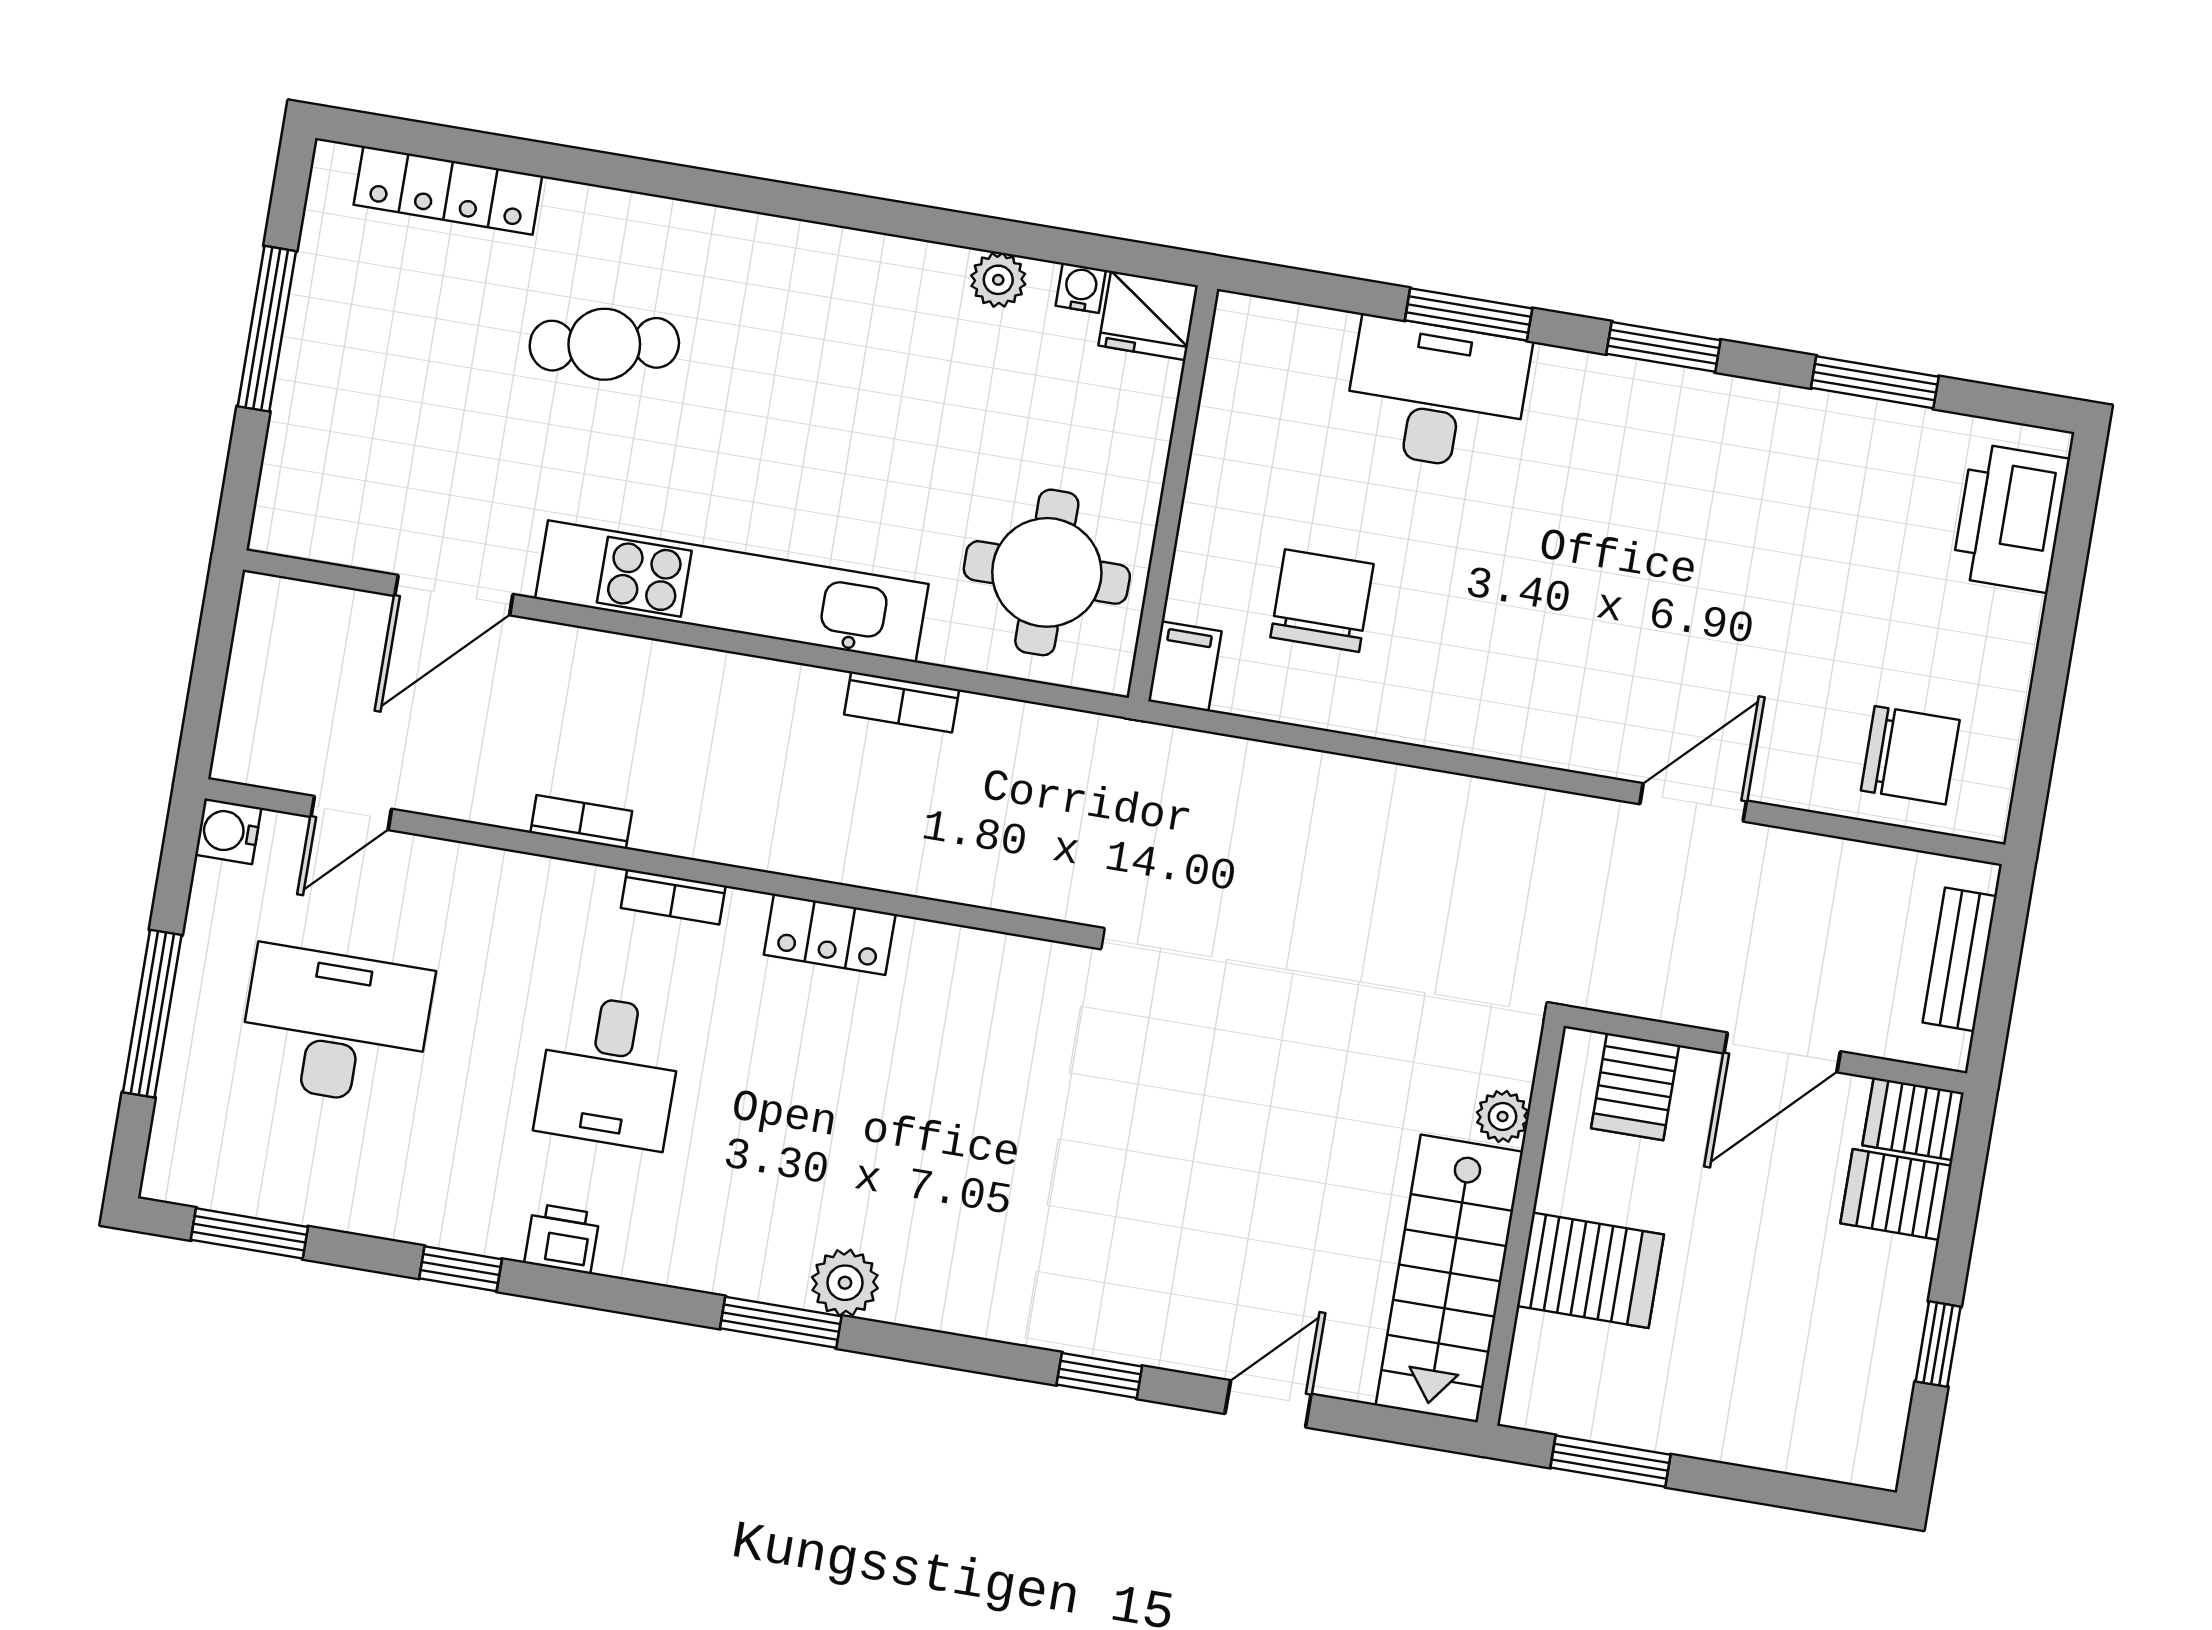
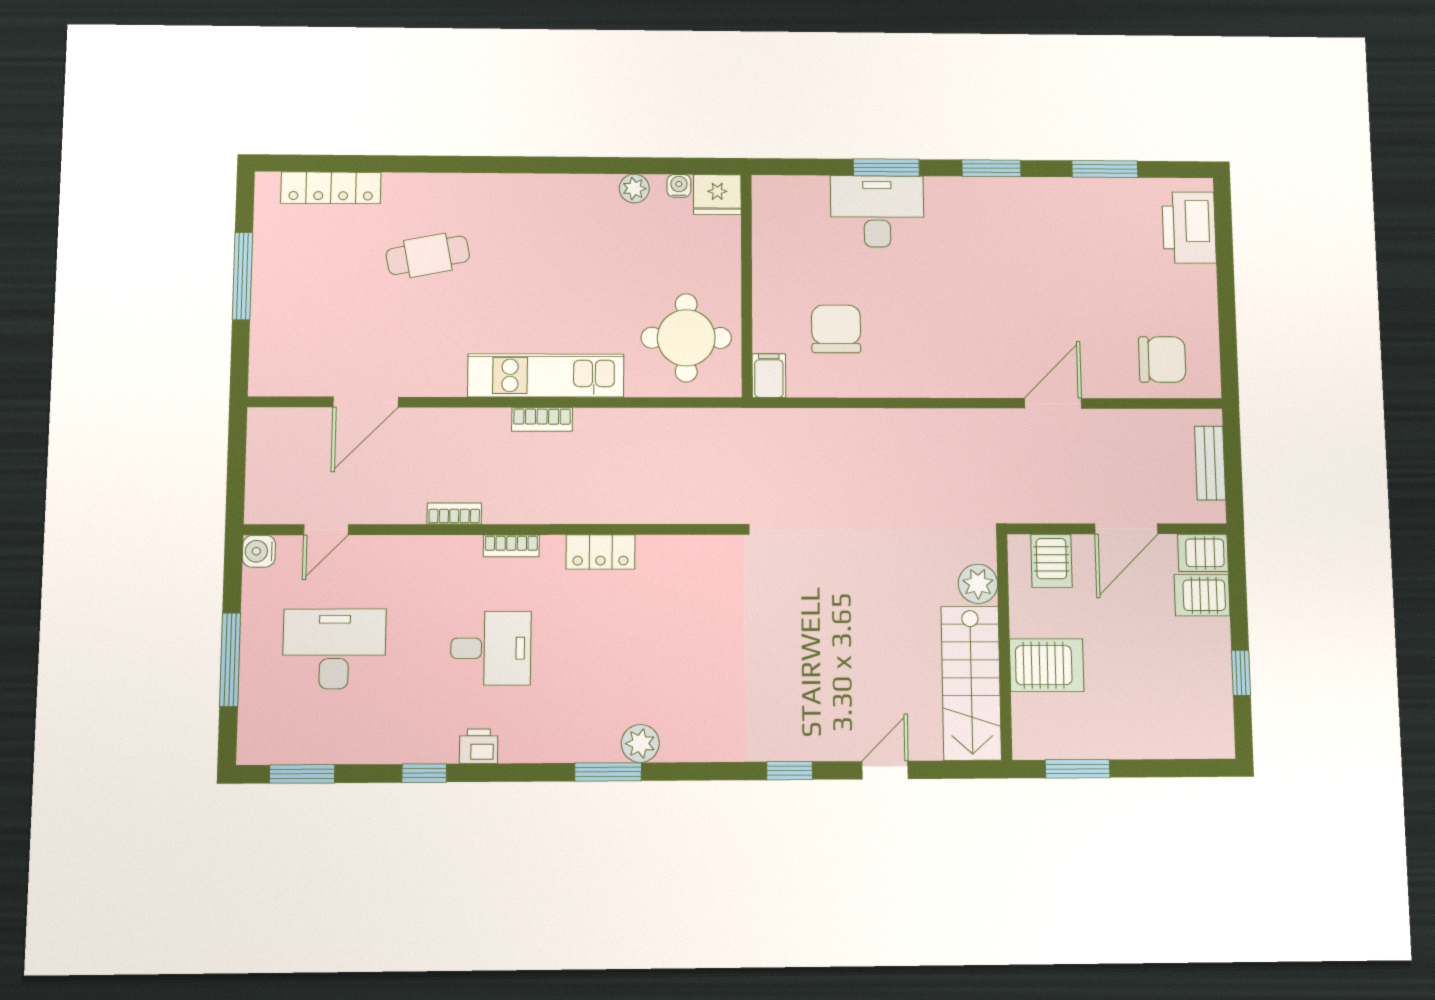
kitchen unit: (732, 591) -> (546, 375), width x0.73
bookcase: (902, 702) -> (542, 419), moved
desk: (609, 1072) -> (491, 648), turned -90
plant: (1503, 1116) -> (978, 584), width x1.38, depth x1.38

